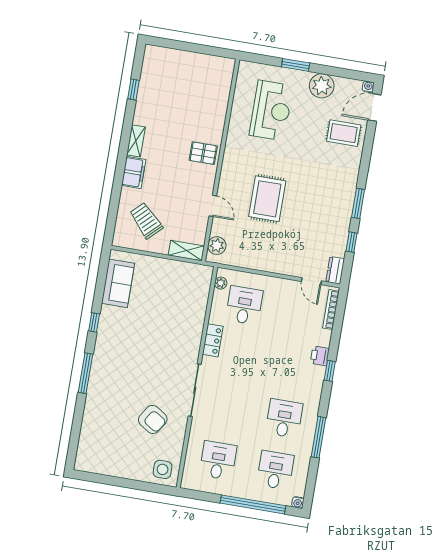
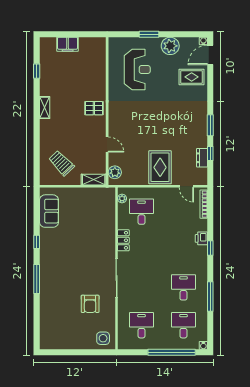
filing cabinet: (134, 172) -> (68, 44), moved, turned 90
rug: (267, 199) -> (160, 167), moved
dresser: (335, 270) -> (202, 158), moved
armchair: (153, 419) -> (90, 304), turned 57

